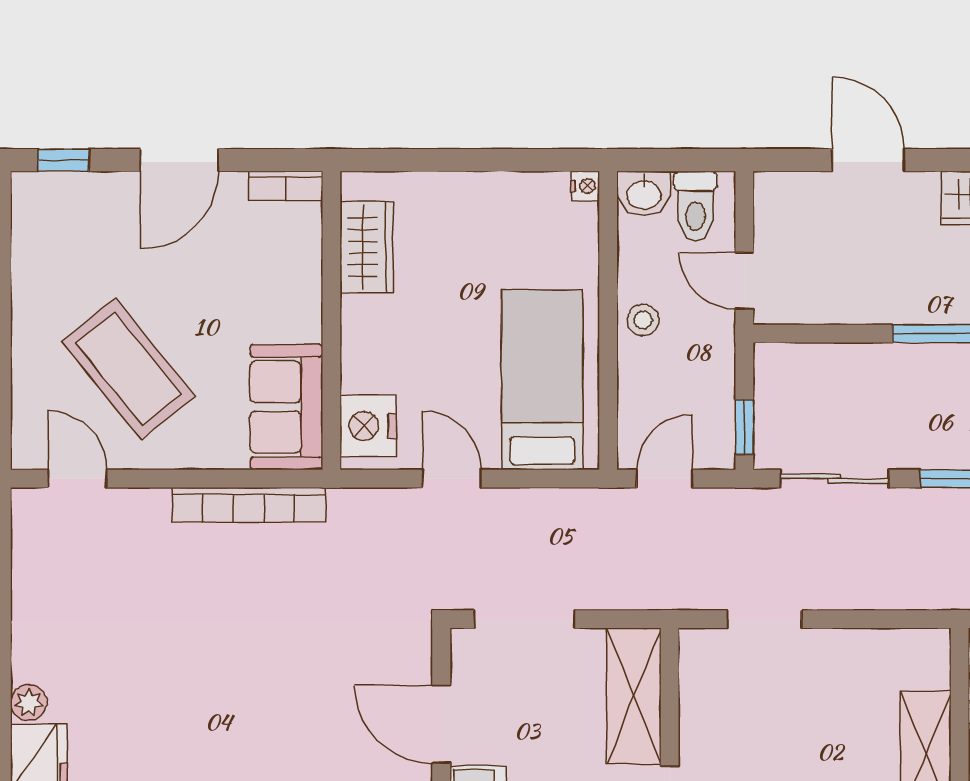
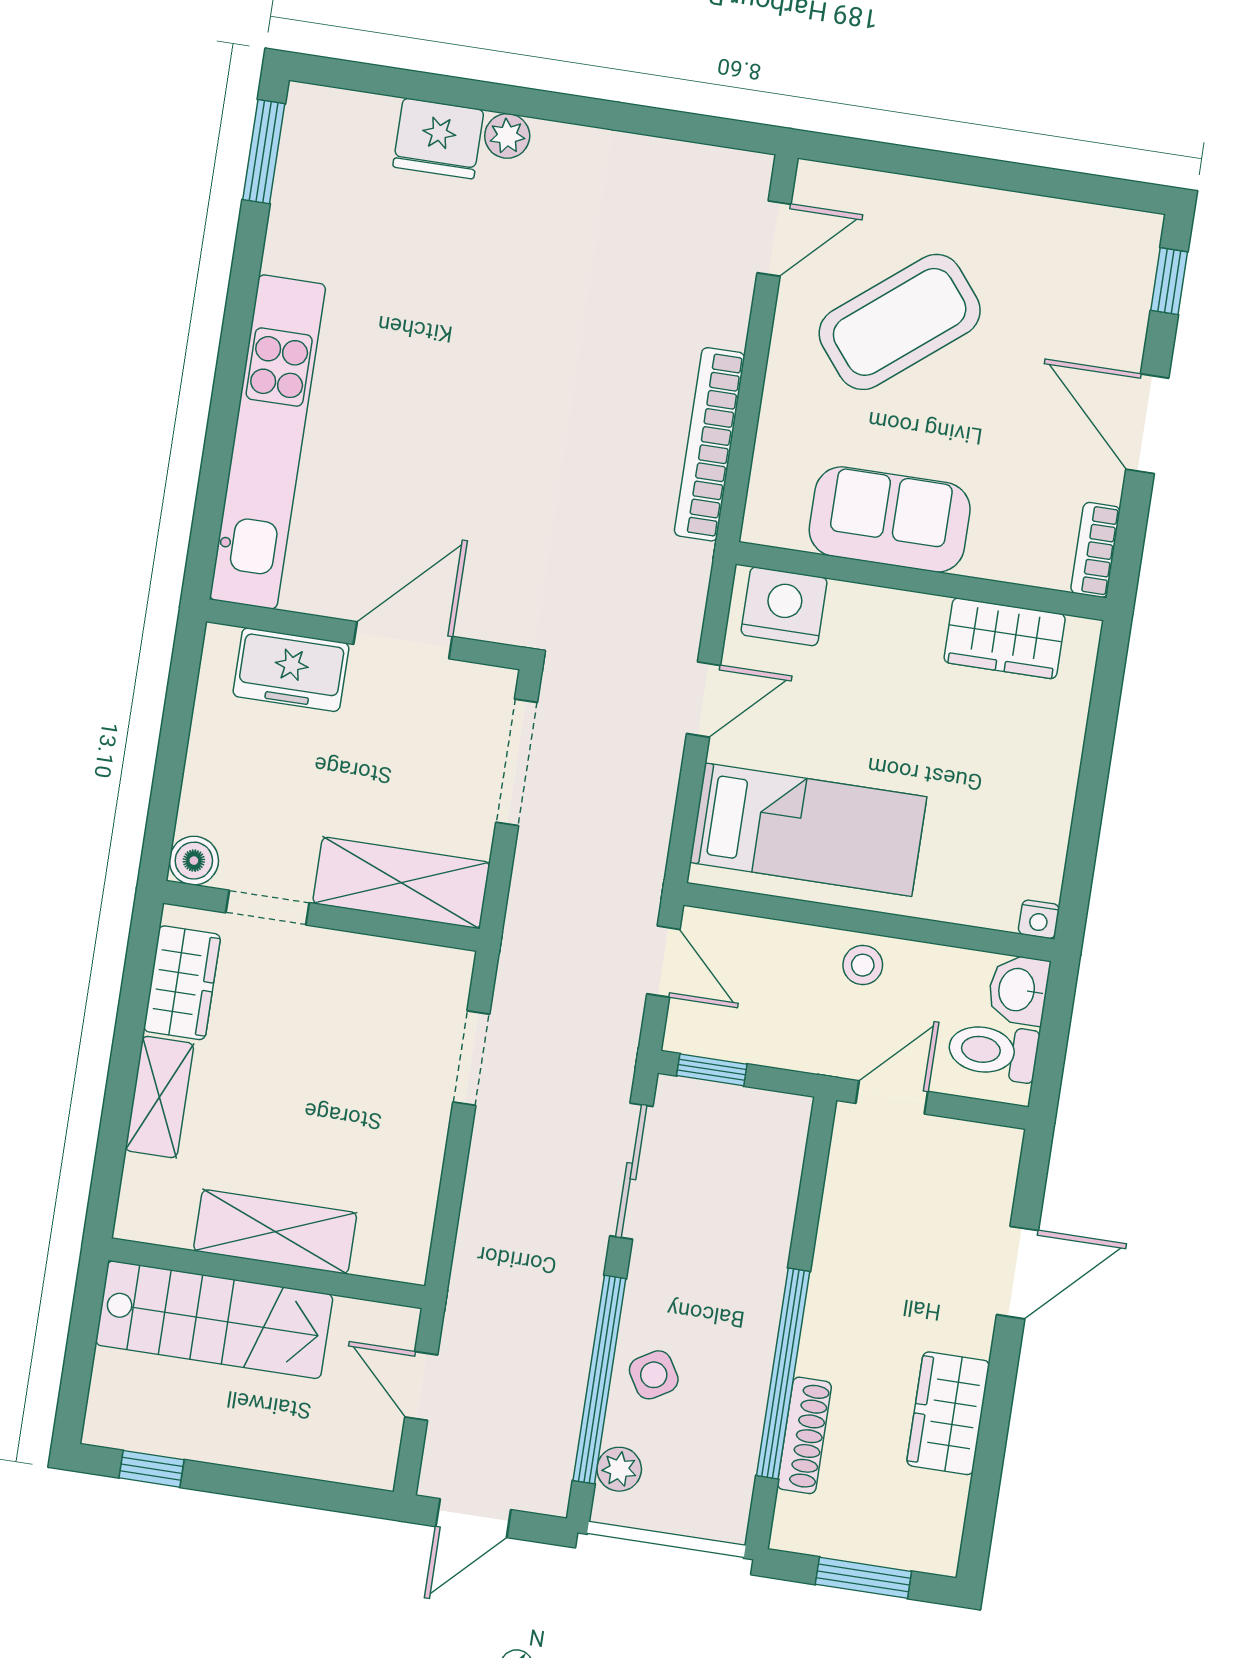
sofa: (286, 407) -> (890, 519), moved

